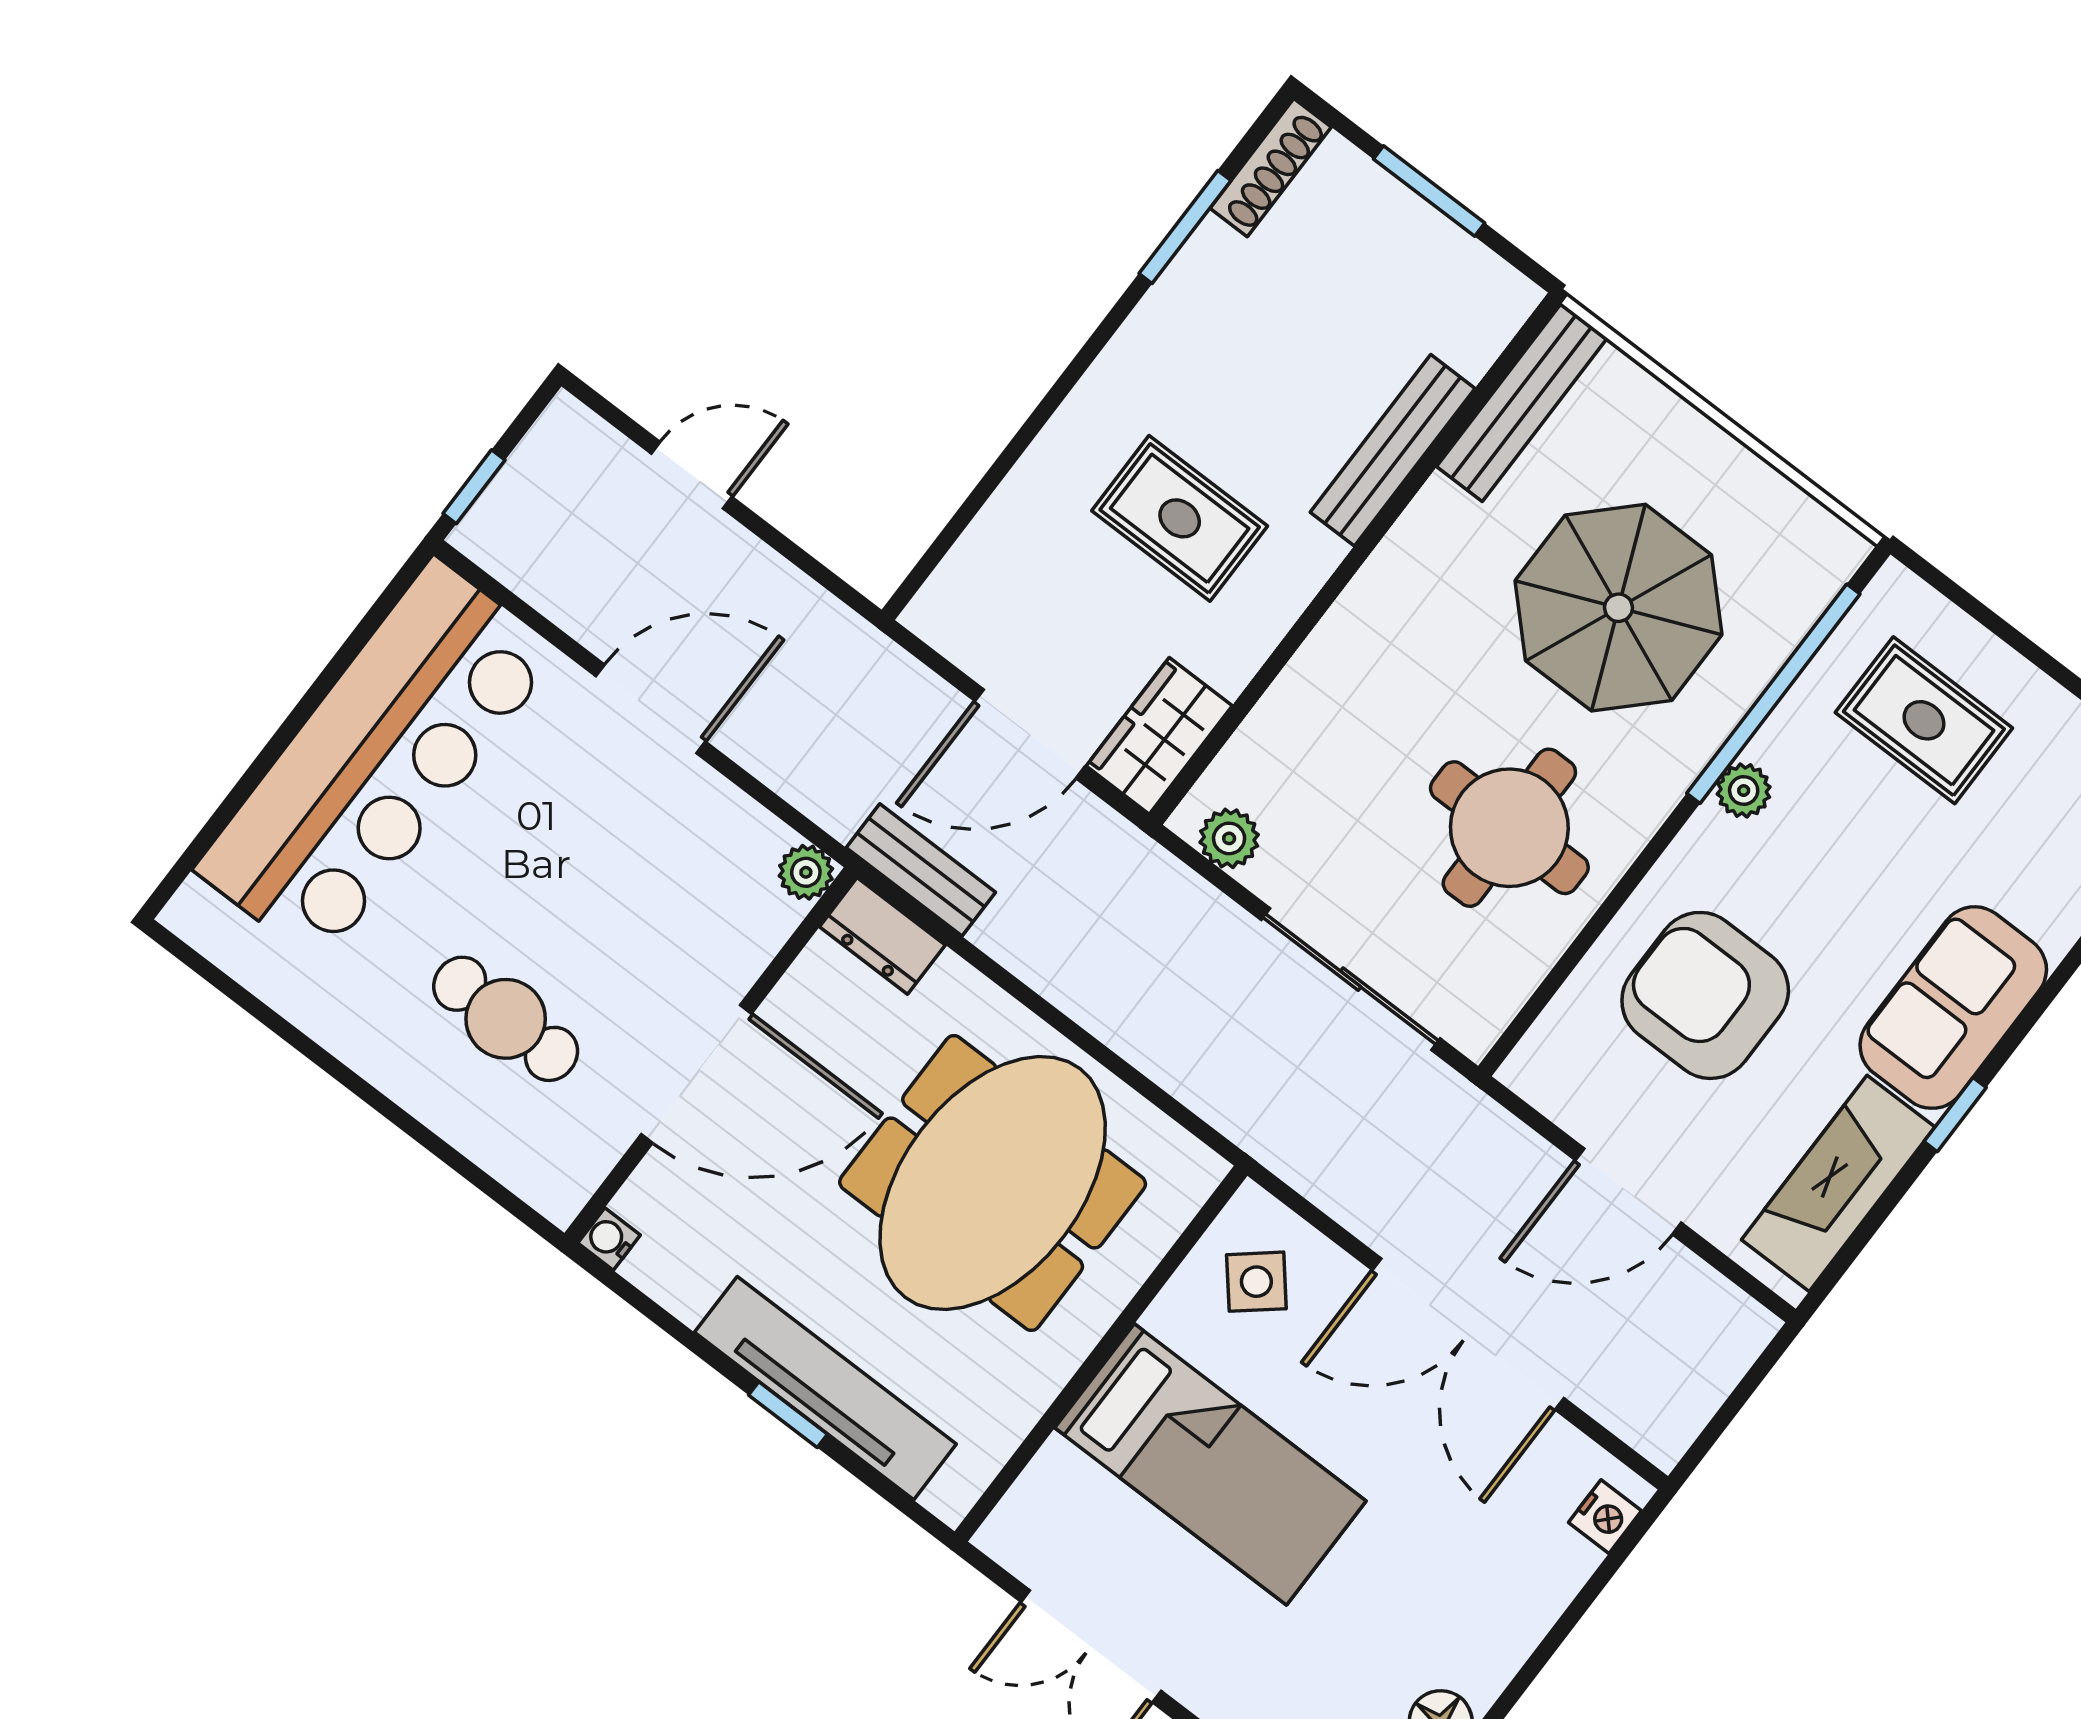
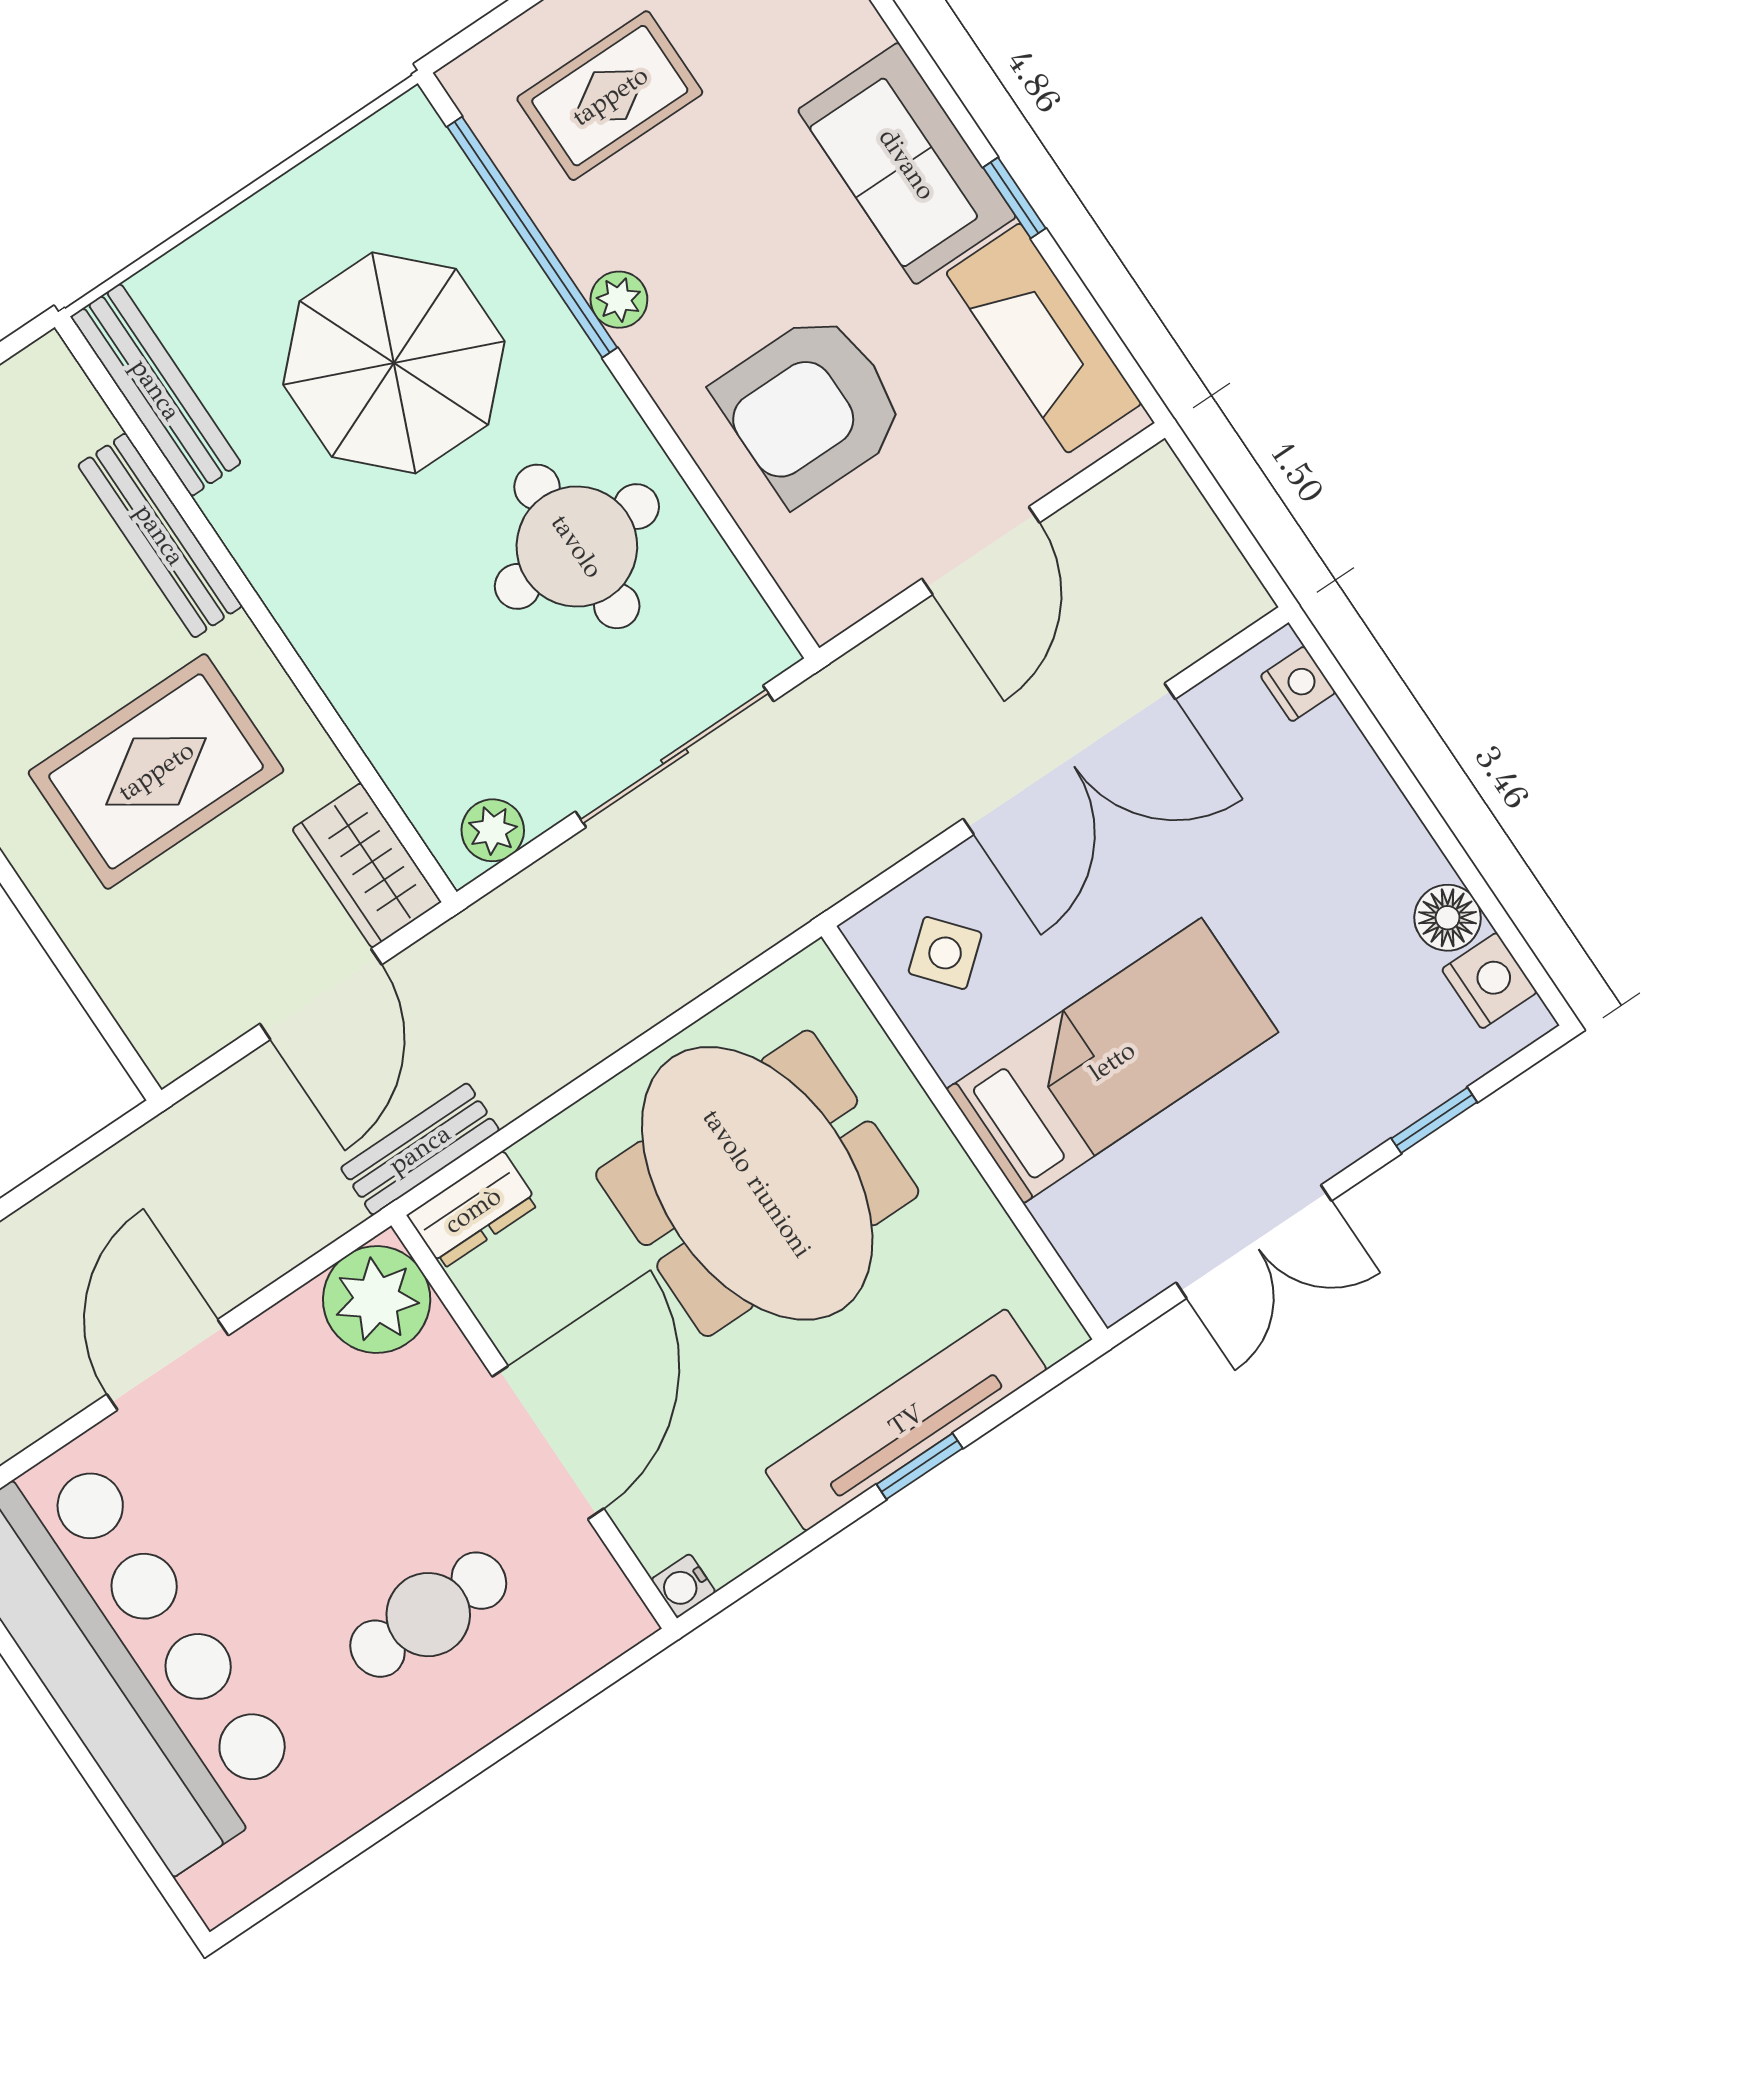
rug: (1180, 518) -> (156, 771), width x1.36, depth x1.43
plant: (806, 872) -> (377, 1300), width x1.88, depth x1.88

